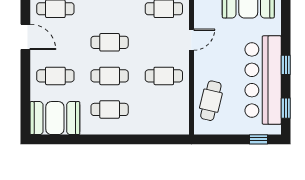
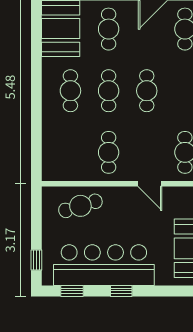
cafe table: (211, 101) -> (80, 206), turned -30

